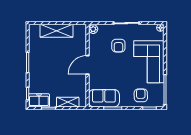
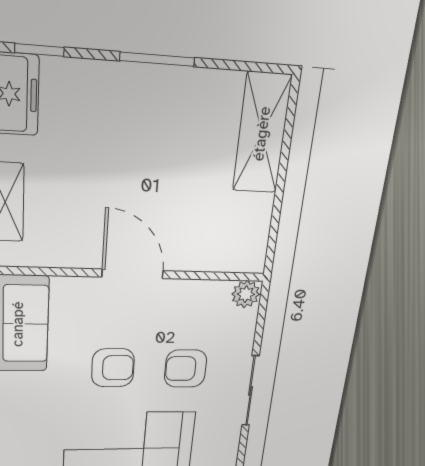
shelving: (56, 31) -> (262, 134), moved
armchair: (141, 95) -> (113, 368), moved

